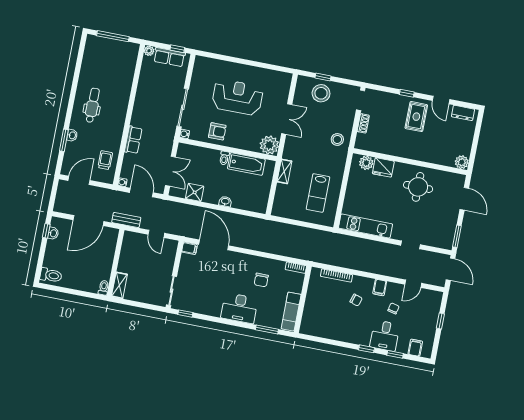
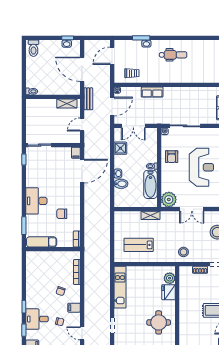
door: (79, 180) -> (112, 56), swing flipped
bidet: (239, 200) -> (121, 184), added
shelving: (119, 285) -> (67, 103), moved

